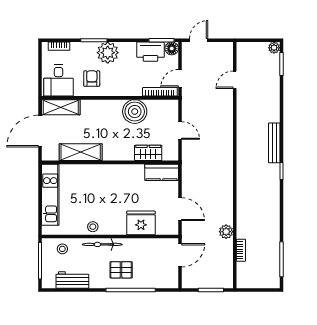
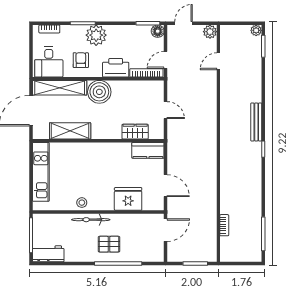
printer: (150, 52) -> (116, 68), moved, turned 180
shelving: (61, 107) -> (60, 88), width x1.47
boiler: (135, 112) -> (99, 92), moved
plant: (226, 232) -> (210, 32), moved
stool: (62, 249) -> (52, 224), removed
workbench: (72, 280) -> (48, 254), moved

